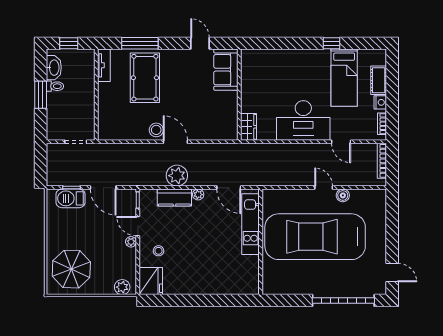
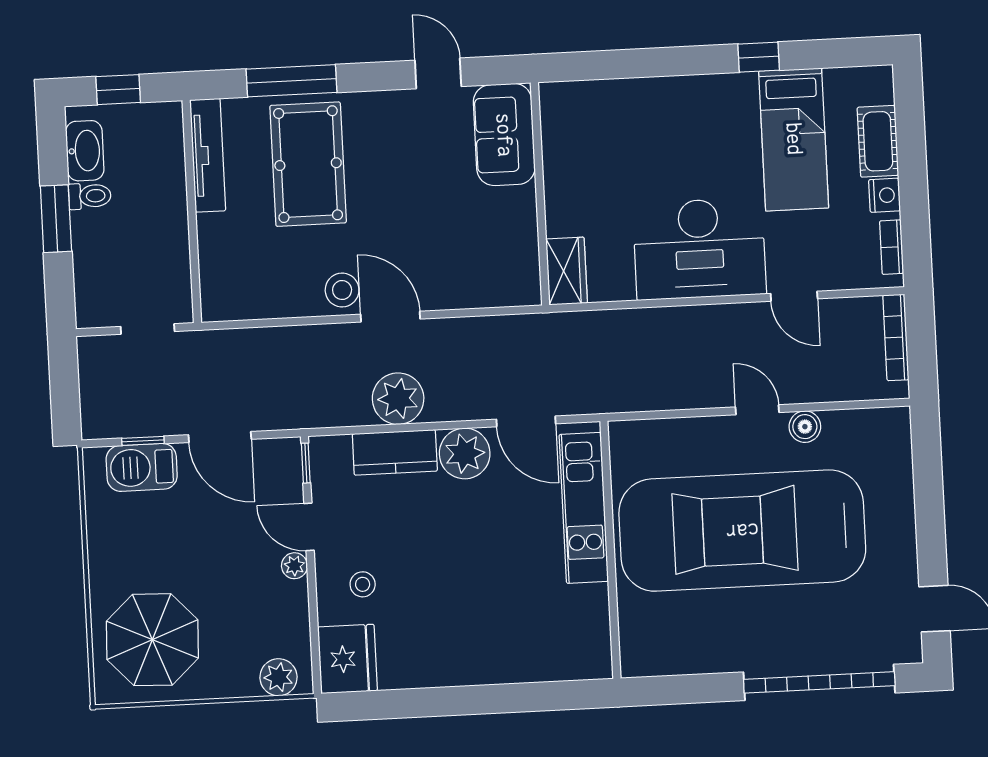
tv unit: (104, 65) -> (208, 155), width x1.41
plant: (198, 195) -> (465, 453), width x1.88, depth x1.88

